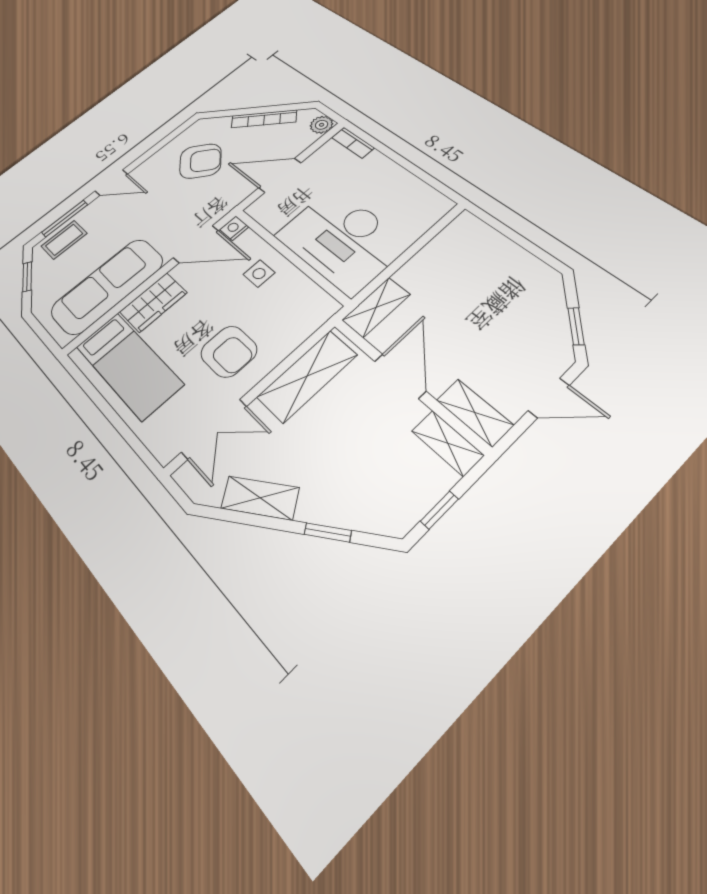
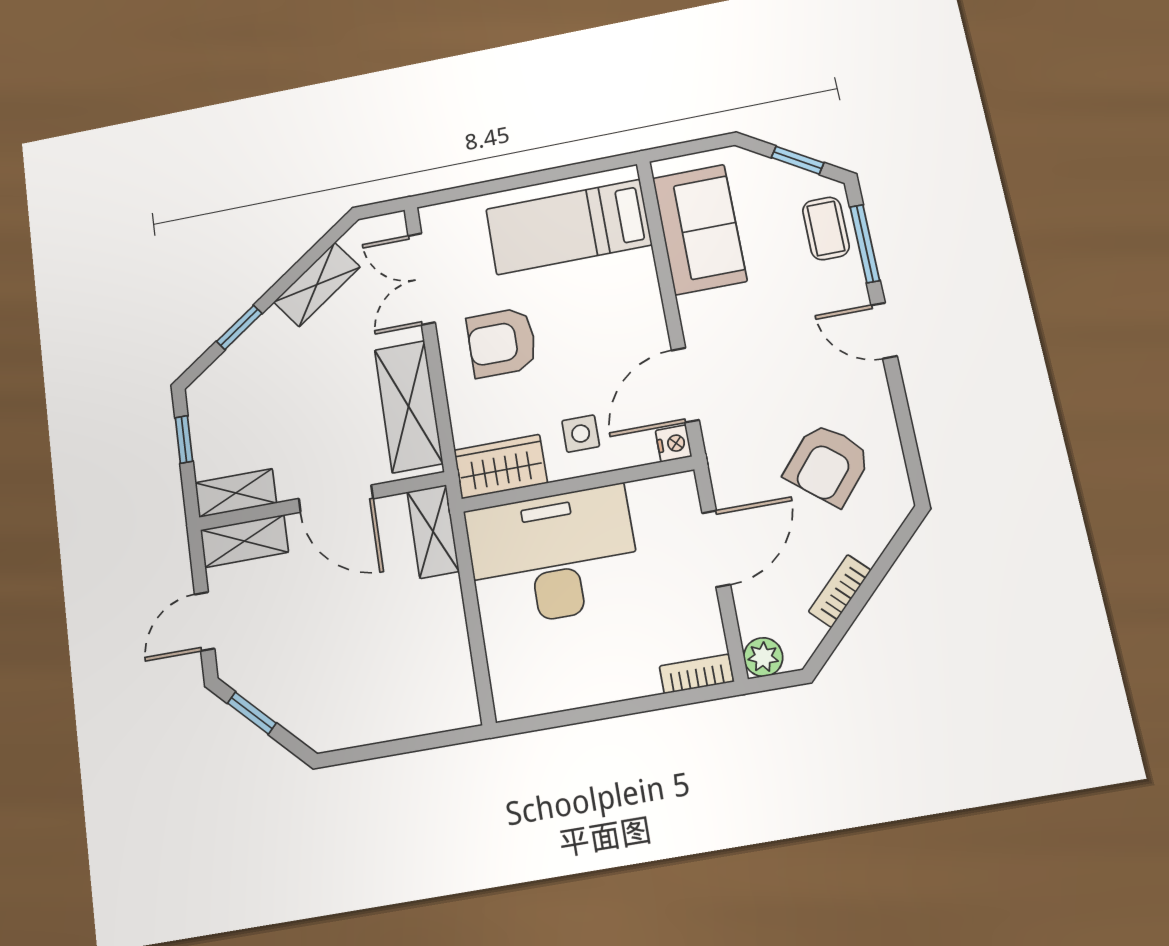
bookcase: (264, 119) -> (840, 591), width x0.64
door: (111, 183) -> (884, 331), hinge flipped
sofa: (107, 286) -> (700, 229), width x0.73
wardrobe: (153, 302) -> (501, 467), moved, turned 90

